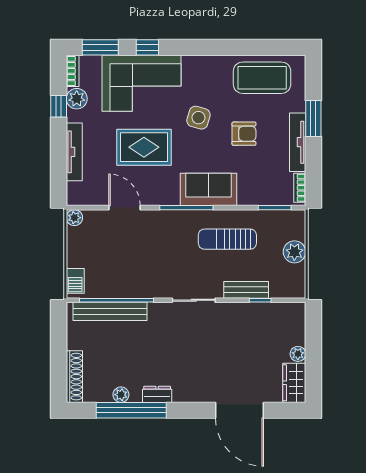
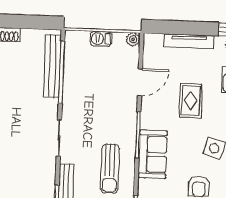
rug: (144, 147) -> (191, 101), width x0.73, depth x0.70
sun lounger: (227, 239) -> (110, 169), turned 180
barbecue: (75, 281) -> (101, 39), moved

